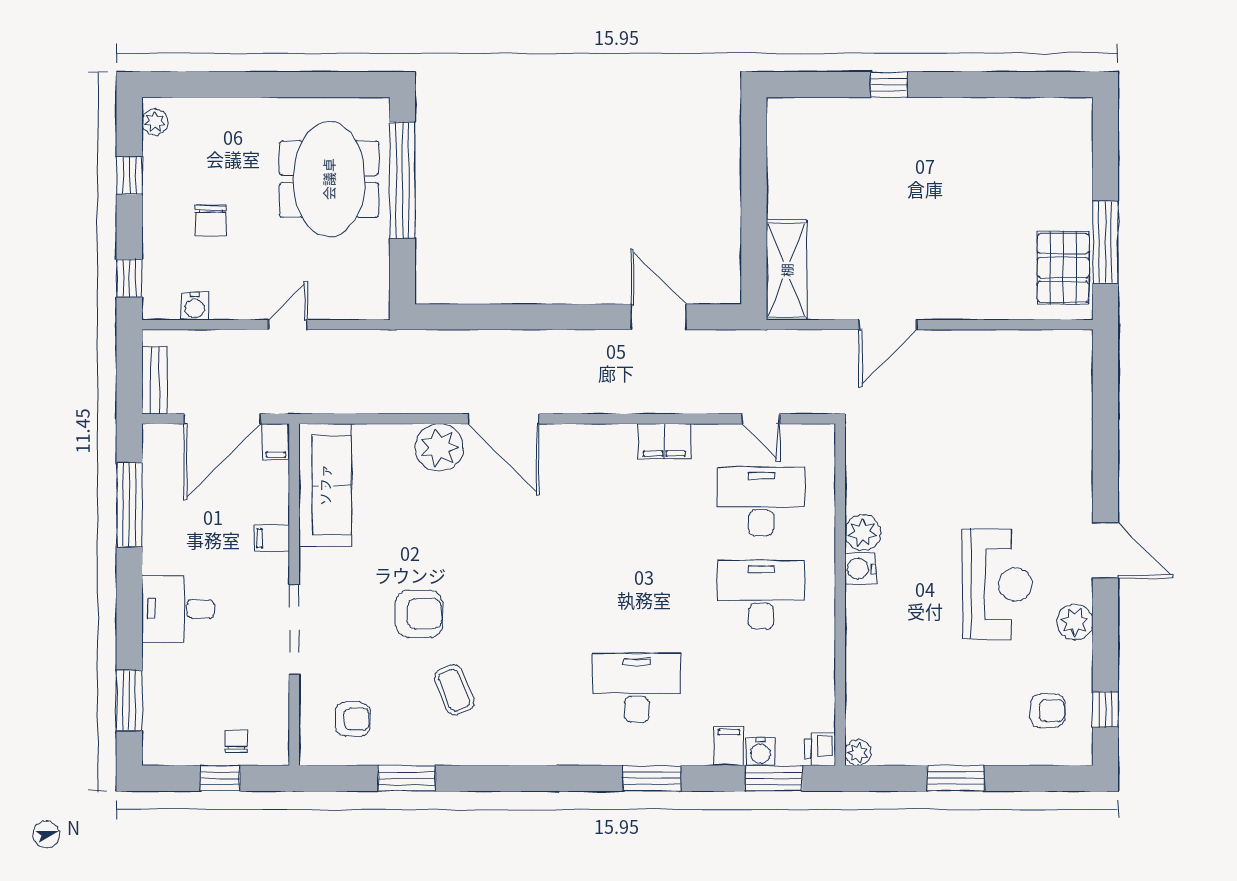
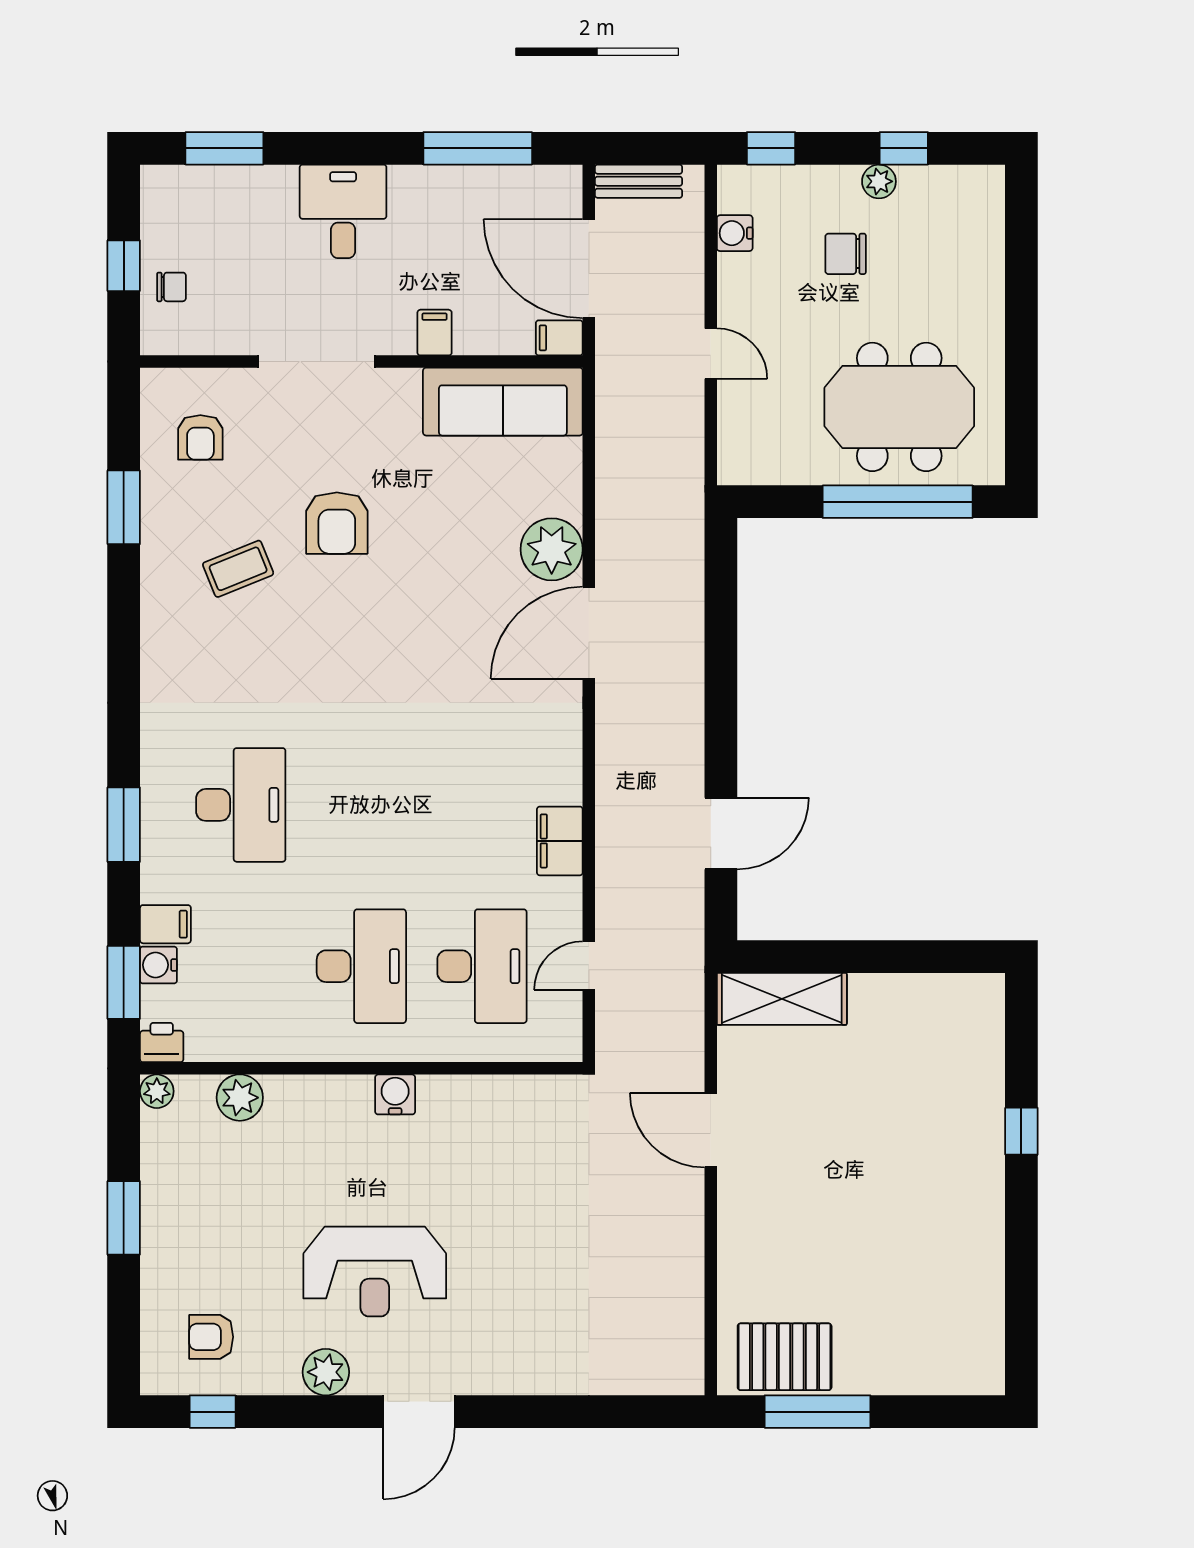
plant: (155, 122) -> (879, 181), moved
plant: (863, 533) -> (240, 1098), moved
armchair: (1048, 711) -> (211, 1337), turned 90

